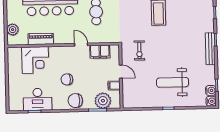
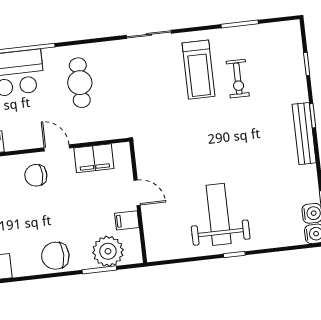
exercise bike: (139, 50) -> (238, 79), moved
chair: (67, 79) -> (36, 175), moved
weight bench: (173, 82) -> (219, 214), moved, turned 90

